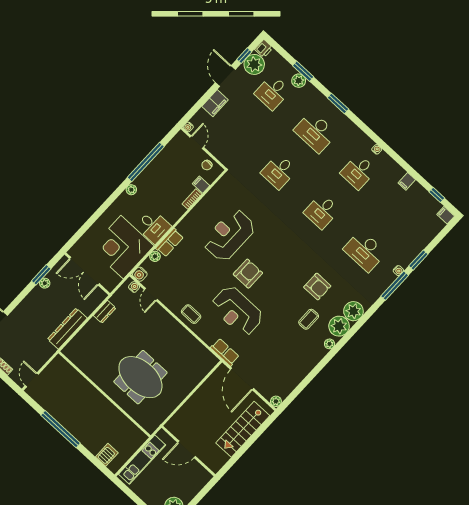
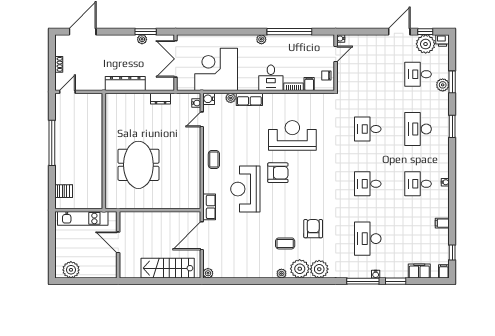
filing cabinet: (215, 103) -> (419, 271), moved, turned 180
desk: (153, 226) -> (271, 78), moved
armchair: (317, 287) -> (313, 229), turned 180

